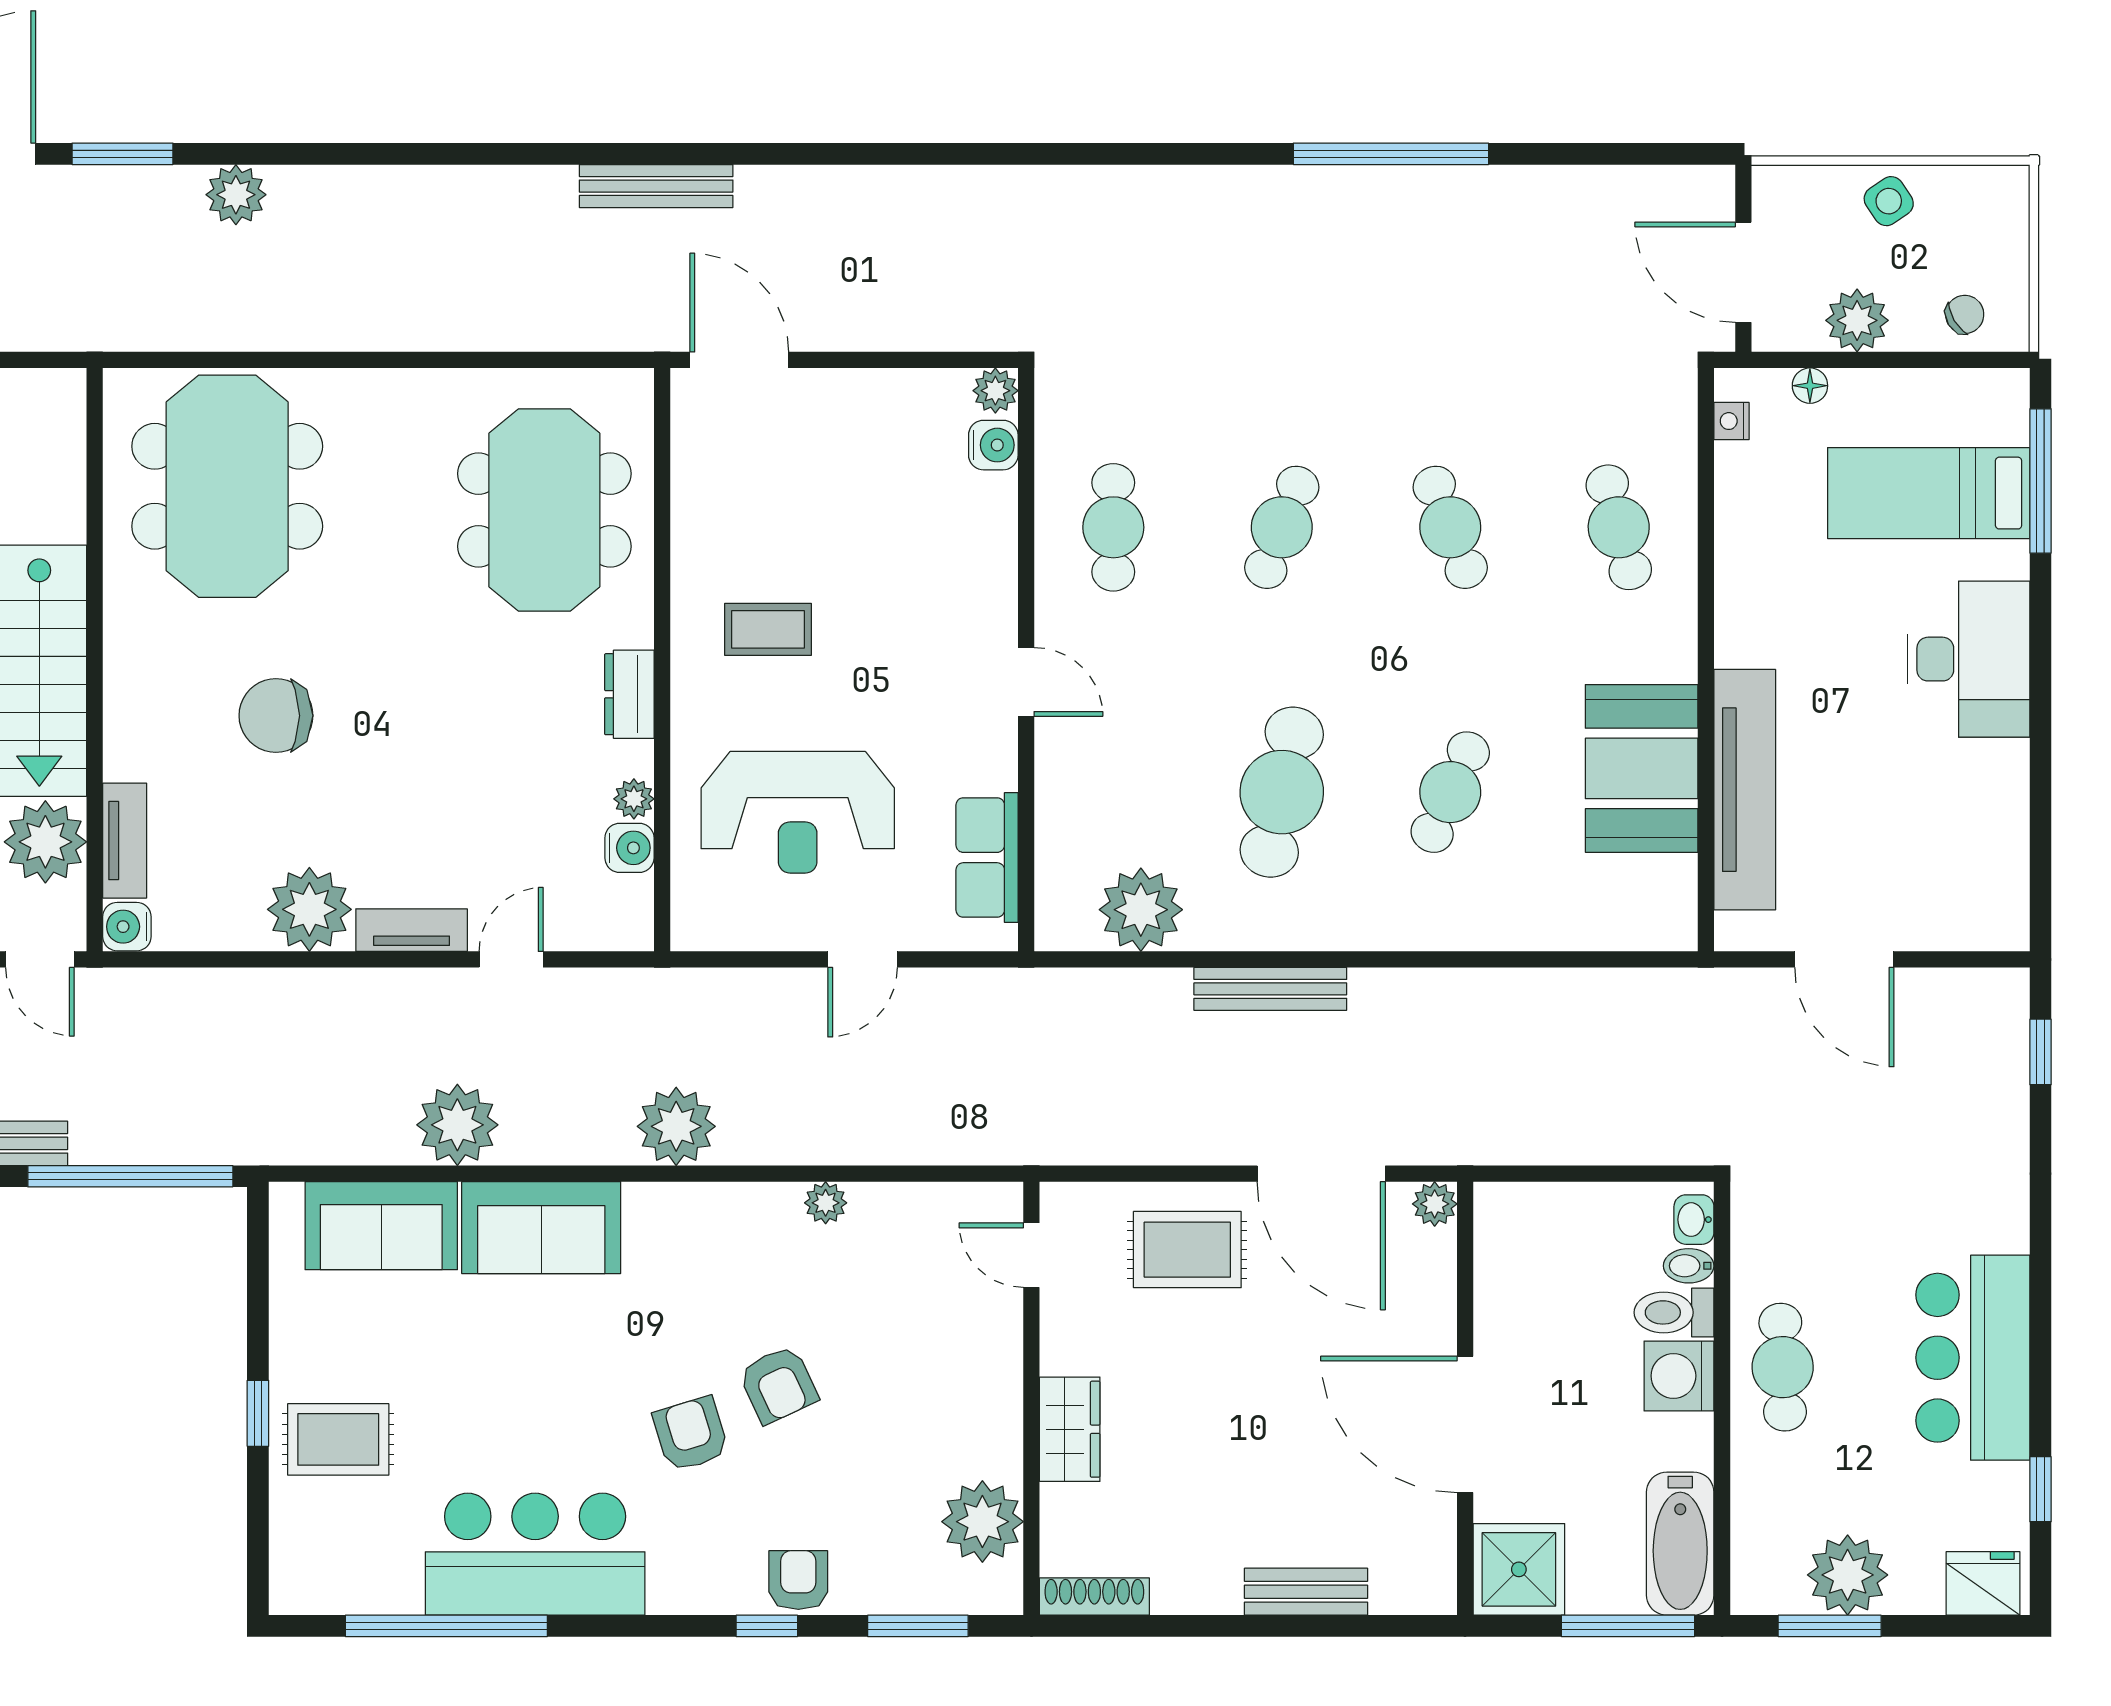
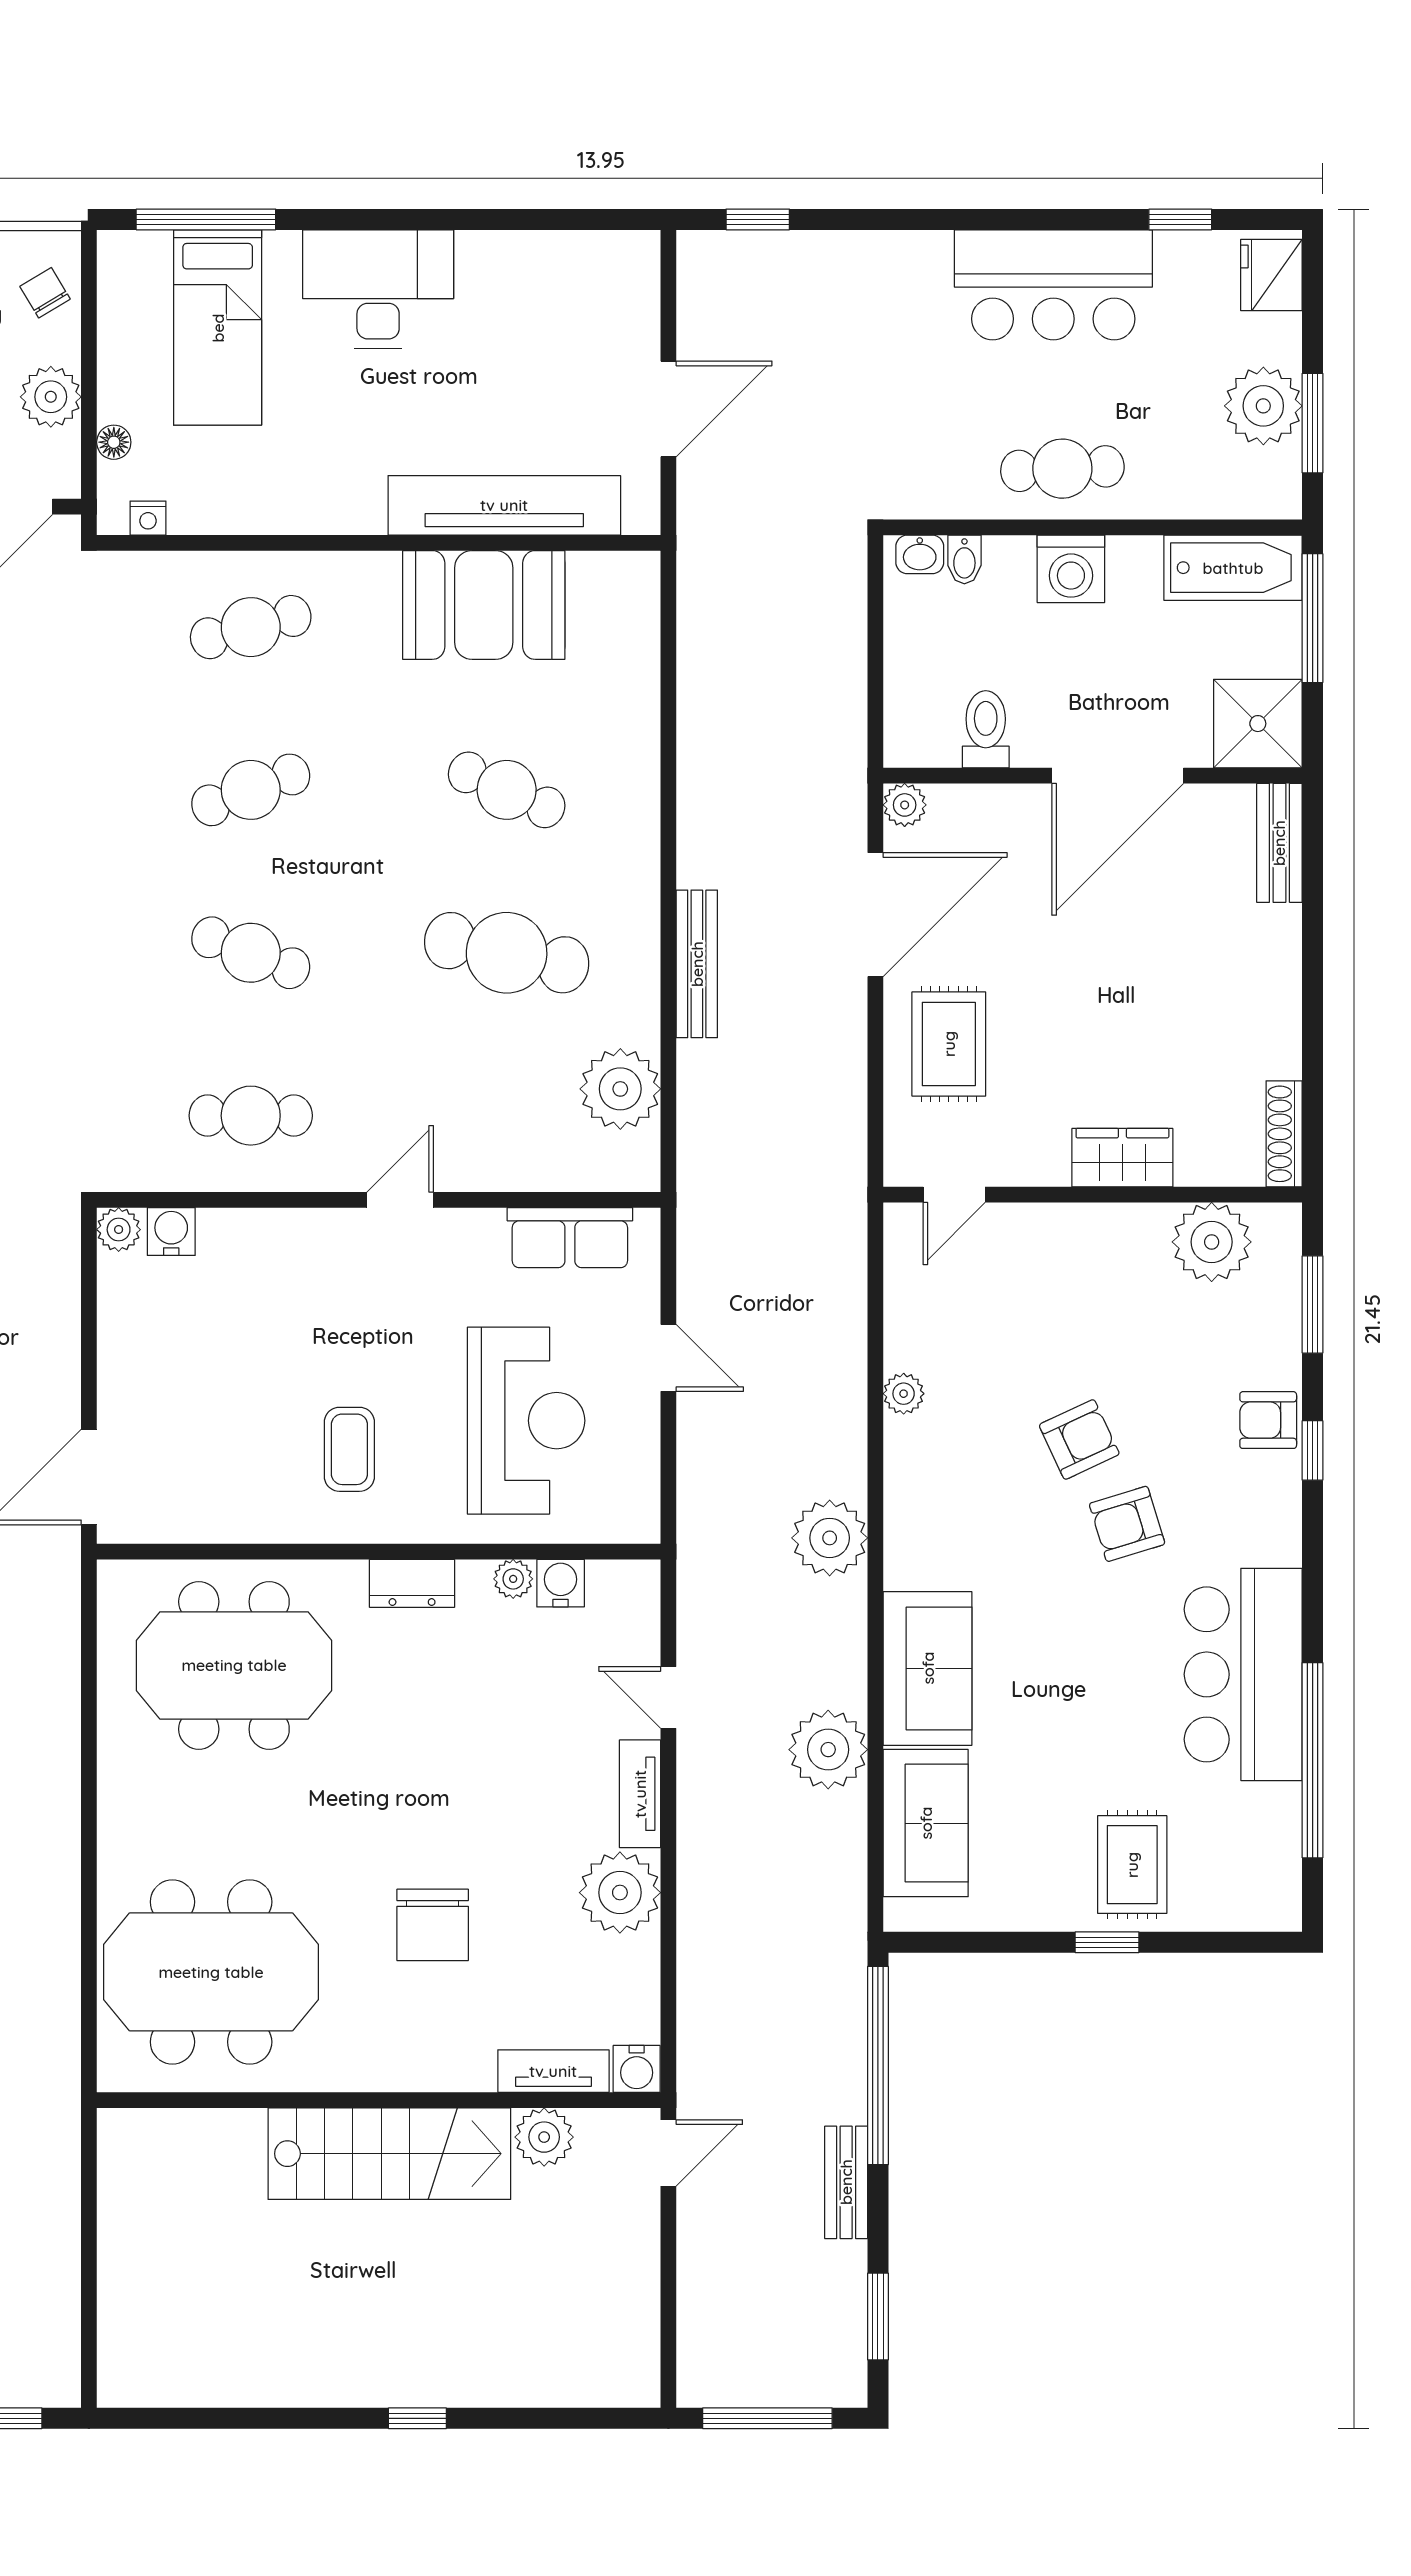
plant: (45, 842) -> (544, 2137), width x0.73, depth x0.73
toilet: (1674, 1312) -> (986, 729), moved, turned 180
bench: (1306, 1592) -> (1279, 843), moved

